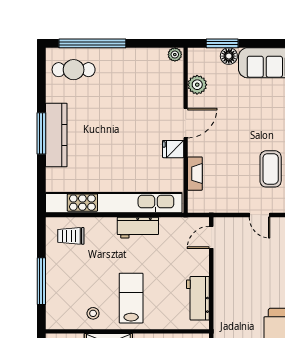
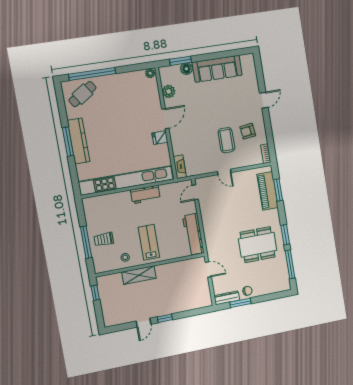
cafe table: (74, 70) -> (82, 94), turned -33
fireplace: (195, 174) -> (180, 167), moved
trolley: (71, 236) -> (104, 239), moved
workbench: (198, 298) -> (193, 234), width x1.38

